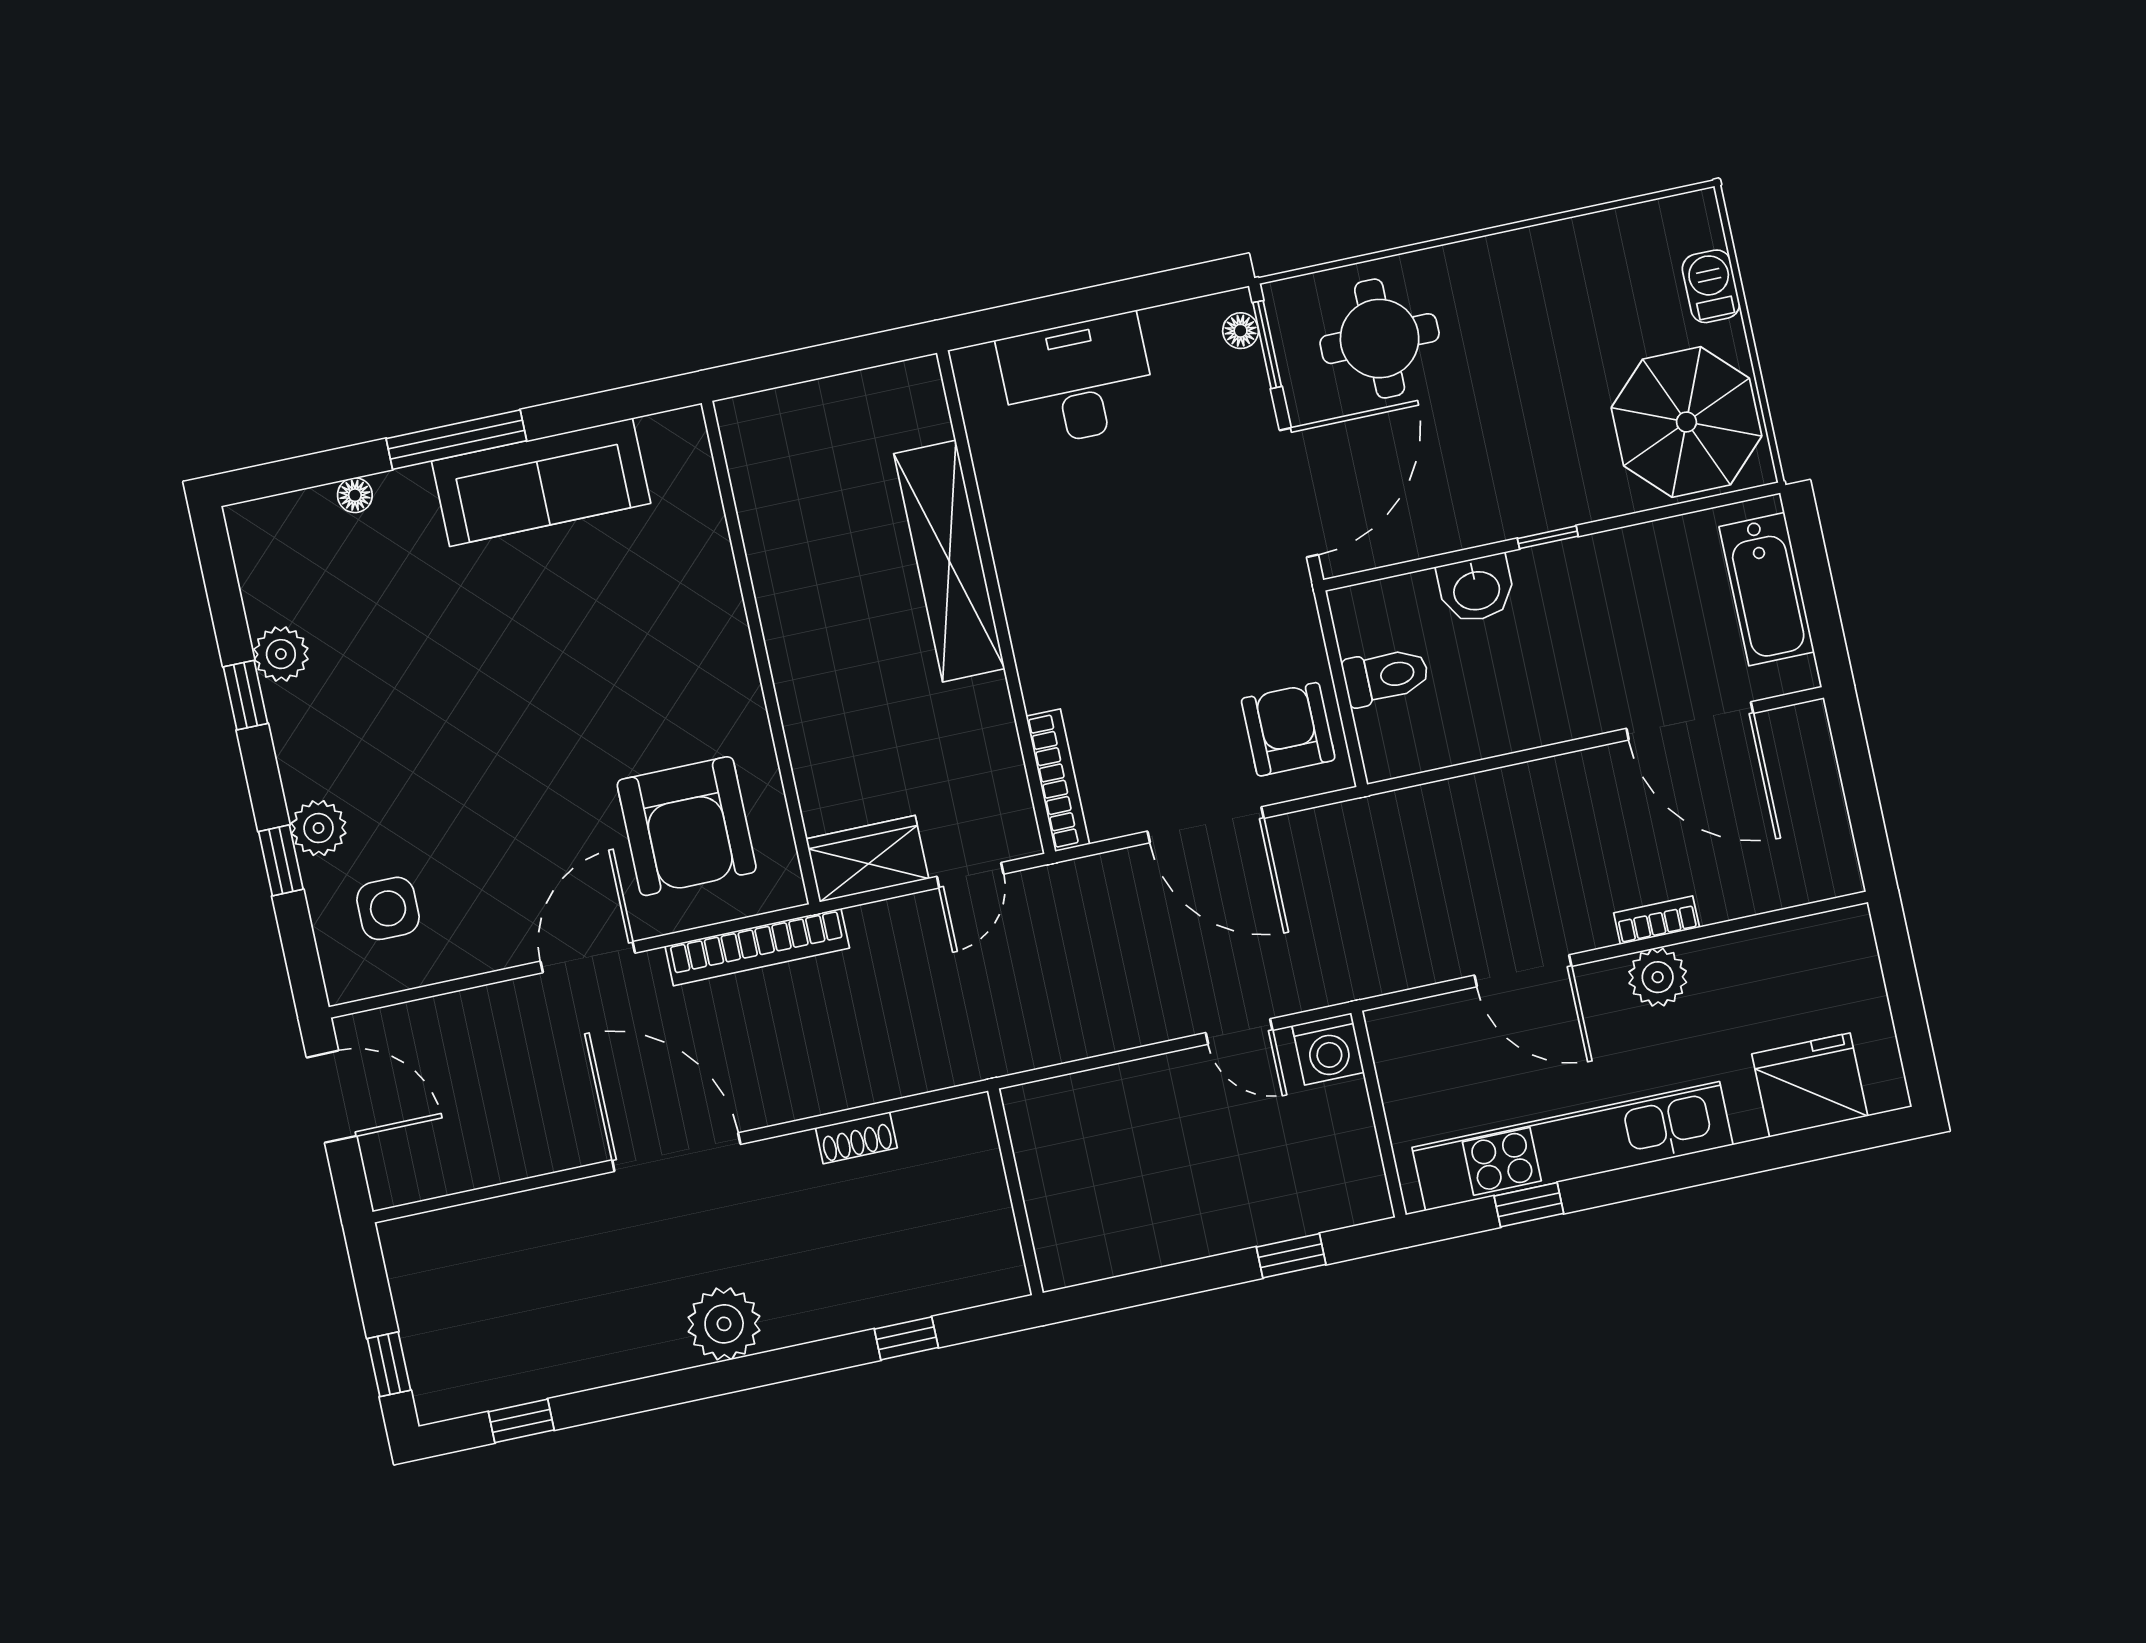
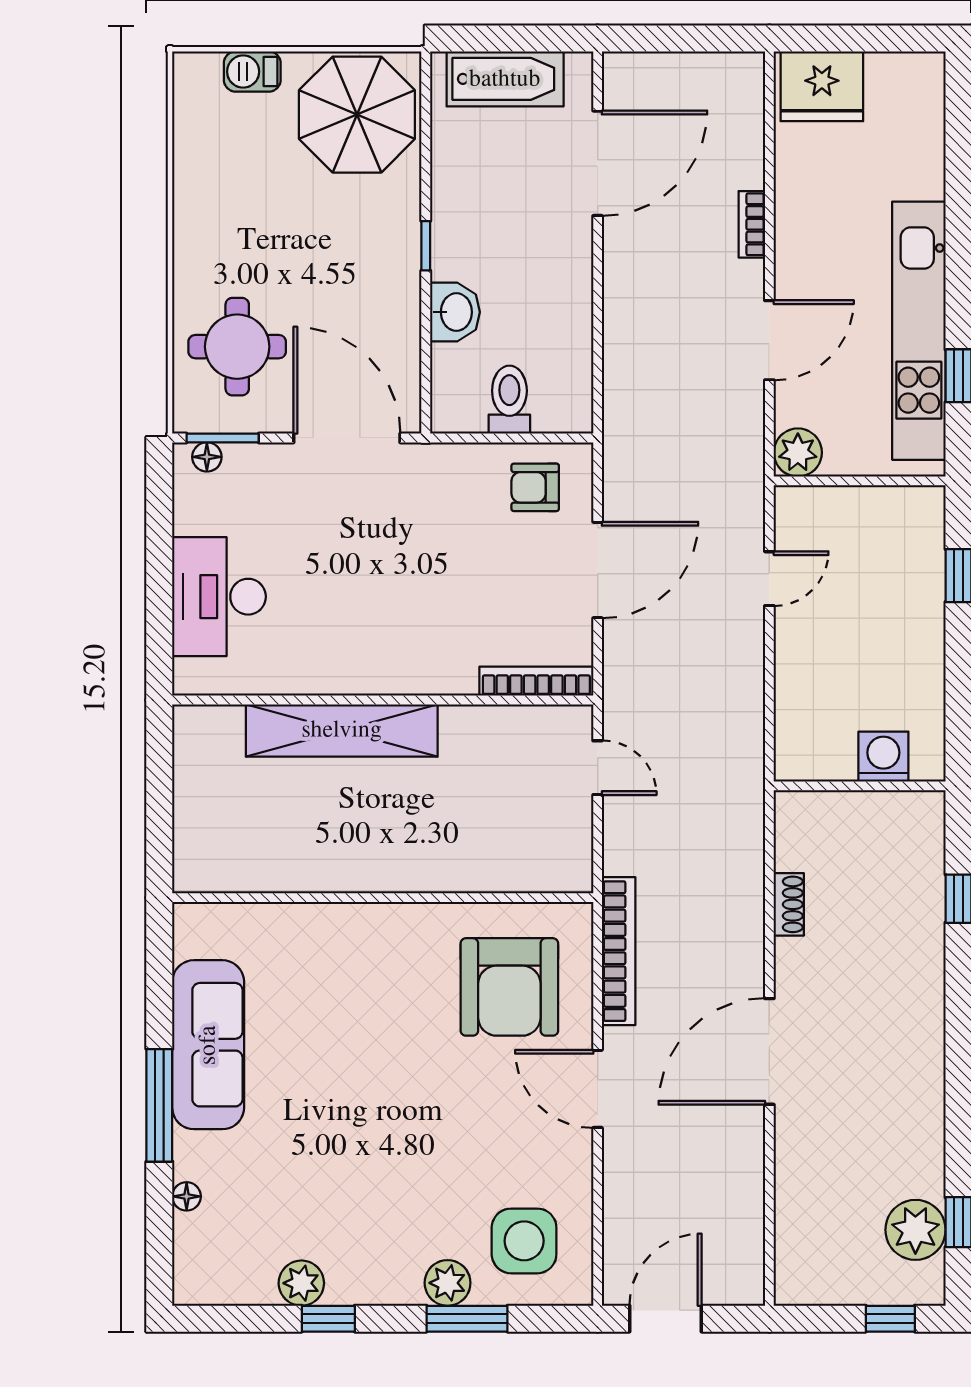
armchair: (1288, 729) -> (535, 487), width x0.72, depth x0.72
armchair: (687, 826) -> (509, 987), turned 90
wardrobe: (867, 859) -> (567, 847), removed
window: (281, 860) -> (467, 1319), width x1.50
side table: (388, 908) -> (524, 1241), width x1.37, depth x1.37
plant: (1658, 977) -> (798, 453), moved
washing machine: (1328, 1049) -> (883, 757), moved, turned -90
fridge: (1810, 1085) -> (822, 86), moved, turned -90
plant: (724, 1324) -> (915, 1230), moved

